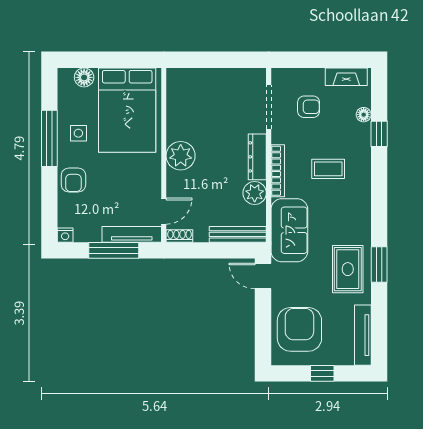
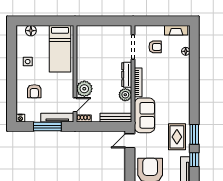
bed: (127, 110) -> (60, 49), width x0.67
window: (379, 134) -> (194, 160), moved
window: (49, 138) -> (12, 64), removed
plant: (181, 156) -> (84, 89), moved
coffee table: (328, 169) -> (166, 81), removed
armchair: (73, 180) -> (34, 91), moved
door: (263, 276) -> (130, 141), hinge flipped

